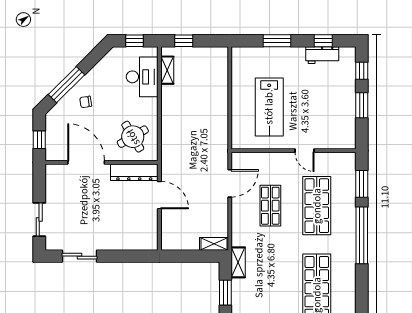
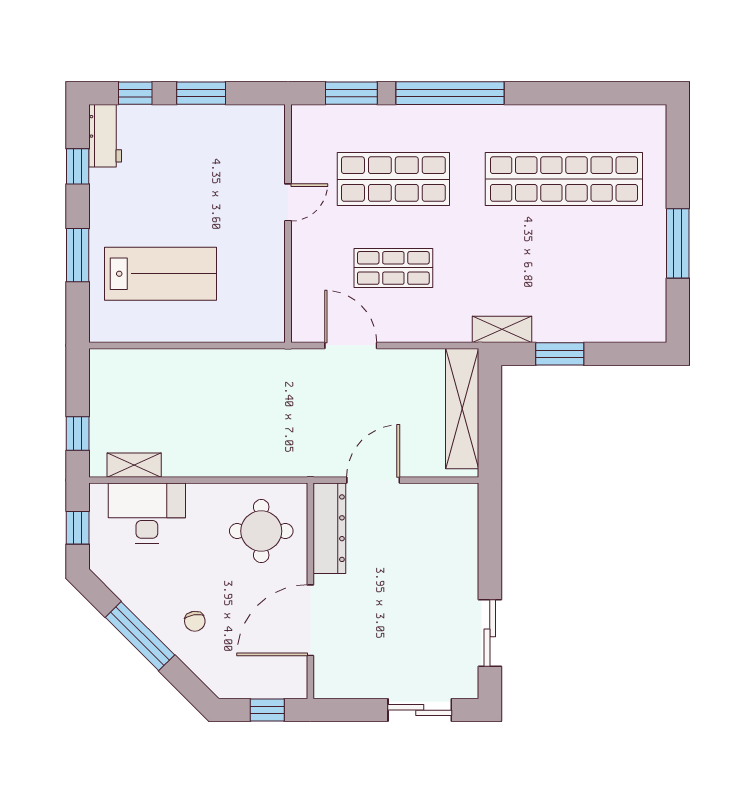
workbench: (322, 55) -> (105, 136), moved
window: (67, 85) -> (140, 636), moved
lab bench: (269, 107) -> (161, 274), moved
round table: (133, 137) -> (261, 531), turned 30
shelving: (214, 244) -> (462, 409), width x2.20, depth x1.33

